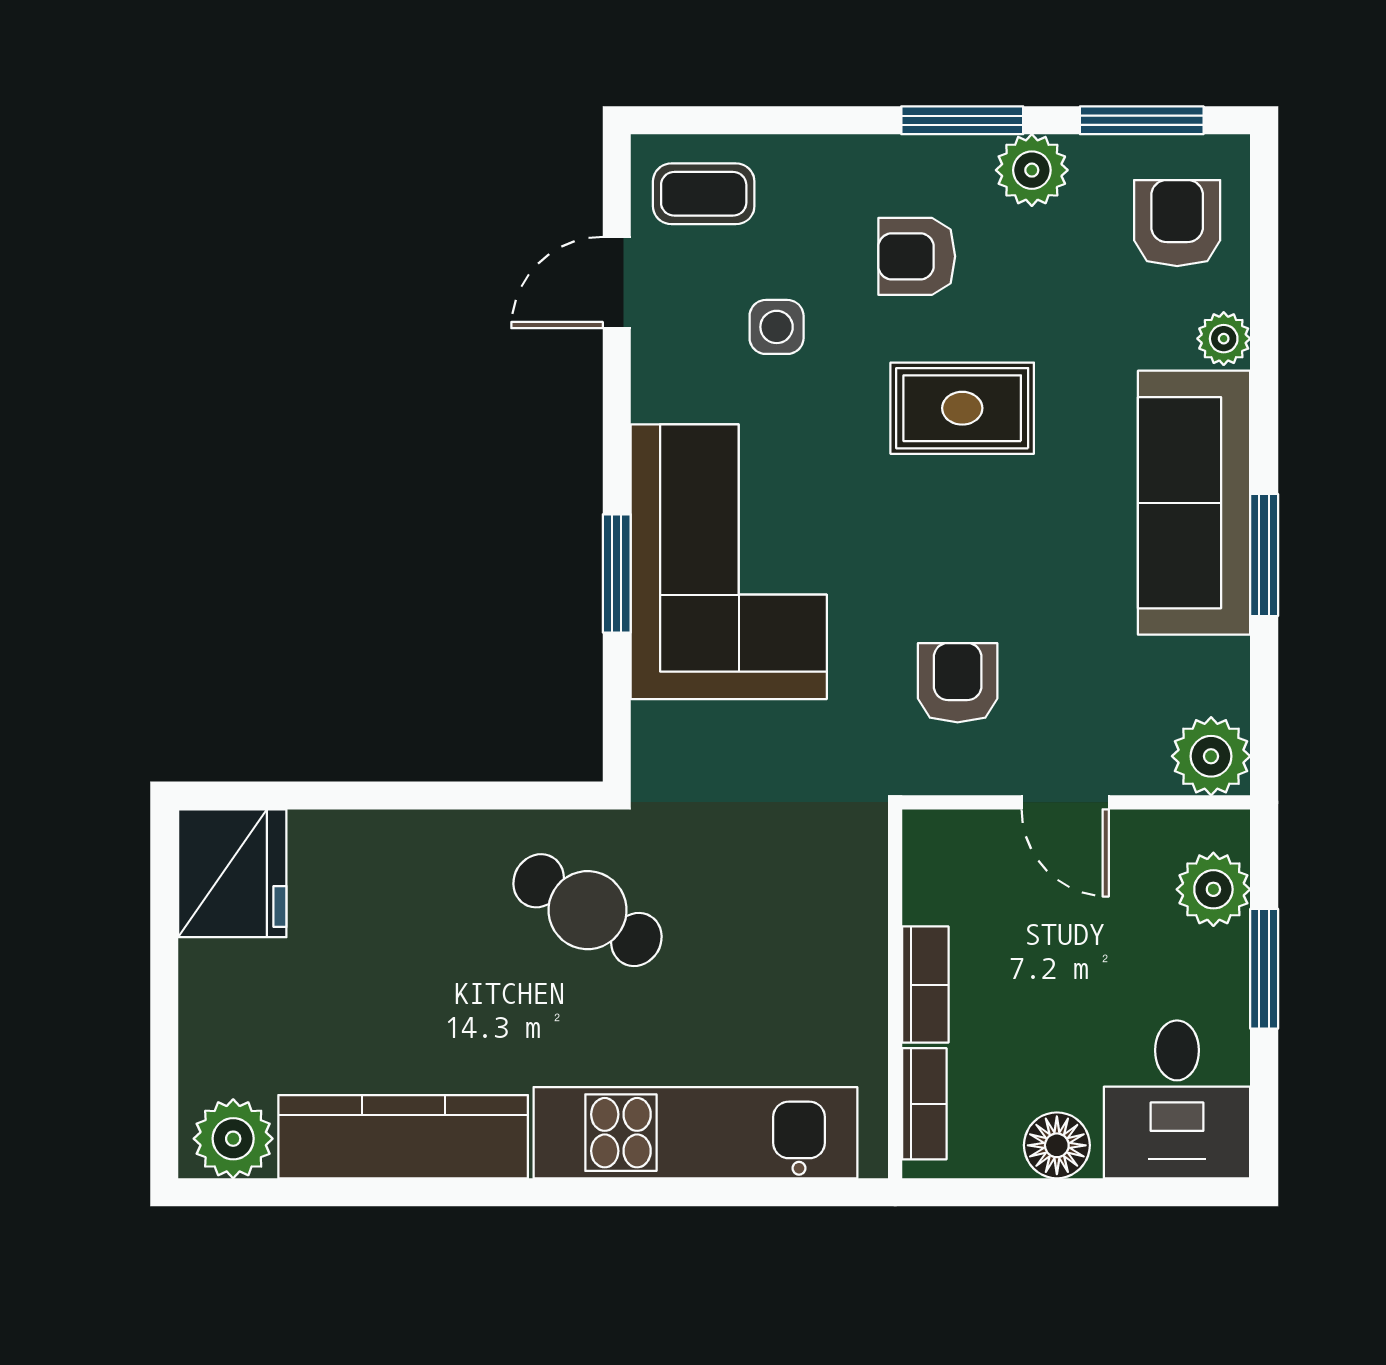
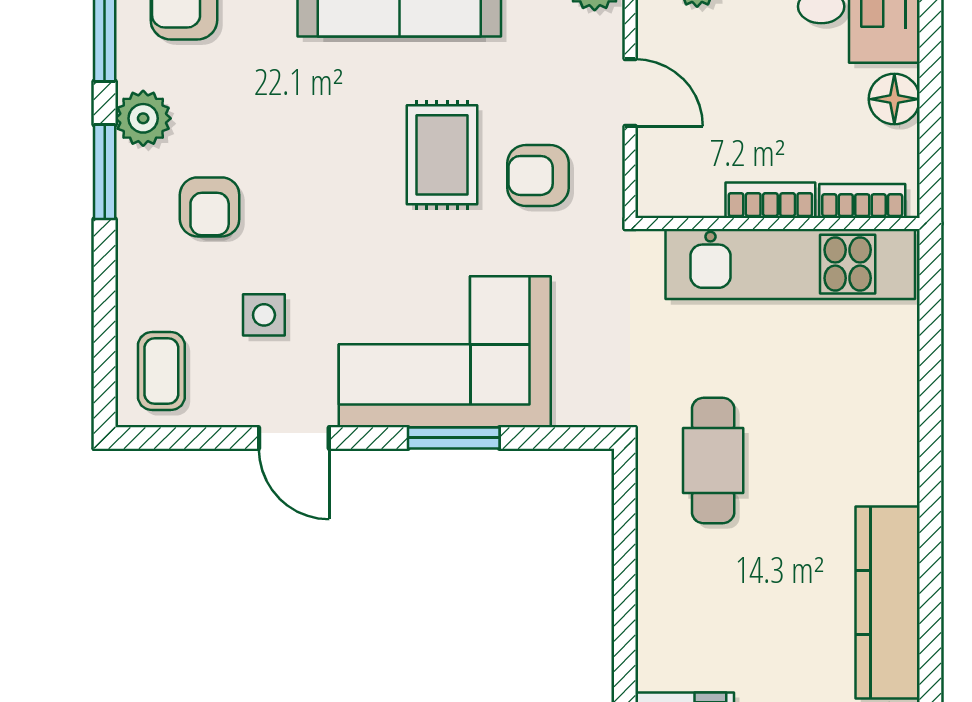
door: (617, 283) -> (294, 438), moved
rug: (962, 408) -> (442, 155), moved
door: (1065, 802) -> (630, 93), hinge flipped
cafe table: (588, 910) -> (713, 461), turned -31
kitchen unit: (695, 1133) -> (790, 264), moved, turned -90

